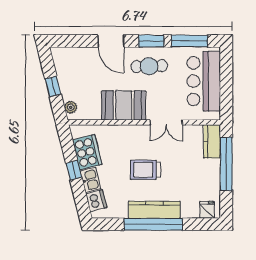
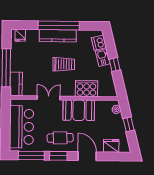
fridge: (77, 56) -> (111, 146), added
cooker: (87, 152) -> (87, 89), moved, turned 104

